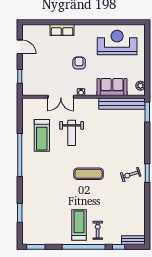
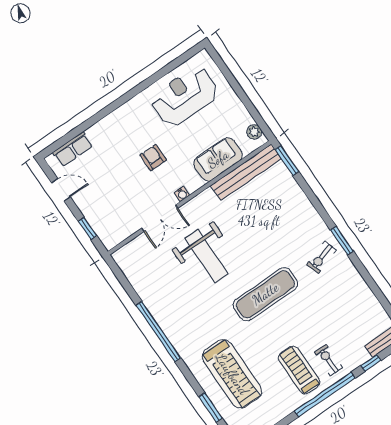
row of seats: (62, 30) -> (73, 149), moved
weight bench: (72, 133) -> (207, 256), width x1.36, depth x1.33
treadmill: (42, 135) -> (232, 374), moved, width x1.37, depth x1.38
exercise mat: (89, 174) -> (265, 294), width x1.36, depth x1.45

